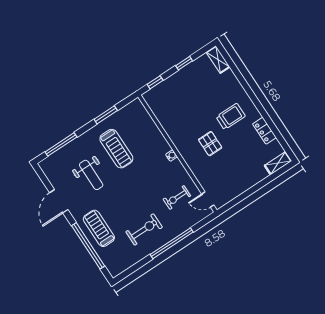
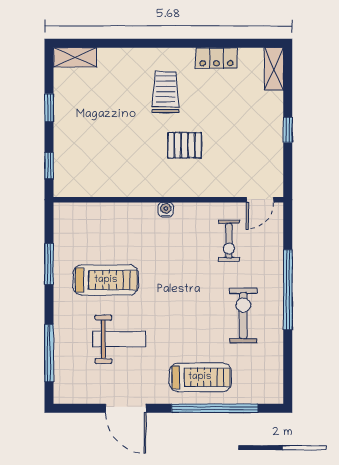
window: (252, 190) -> (288, 130), added
treadmill: (99, 228) -> (200, 377), turned 180

